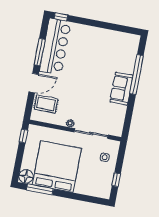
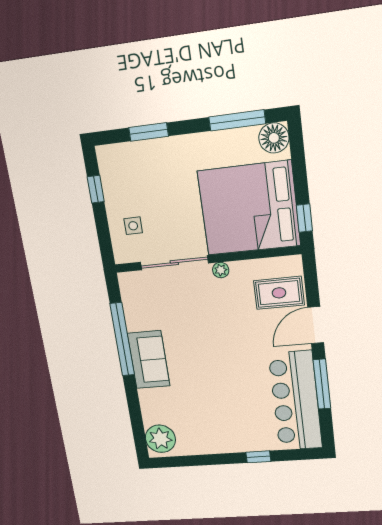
window: (61, 17) -> (258, 457), moved
plant: (131, 44) -> (160, 439), added
window: (137, 75) -> (122, 339), moved
bed: (57, 167) -> (249, 208), moved, turned 90
window: (82, 197) -> (149, 132), added

